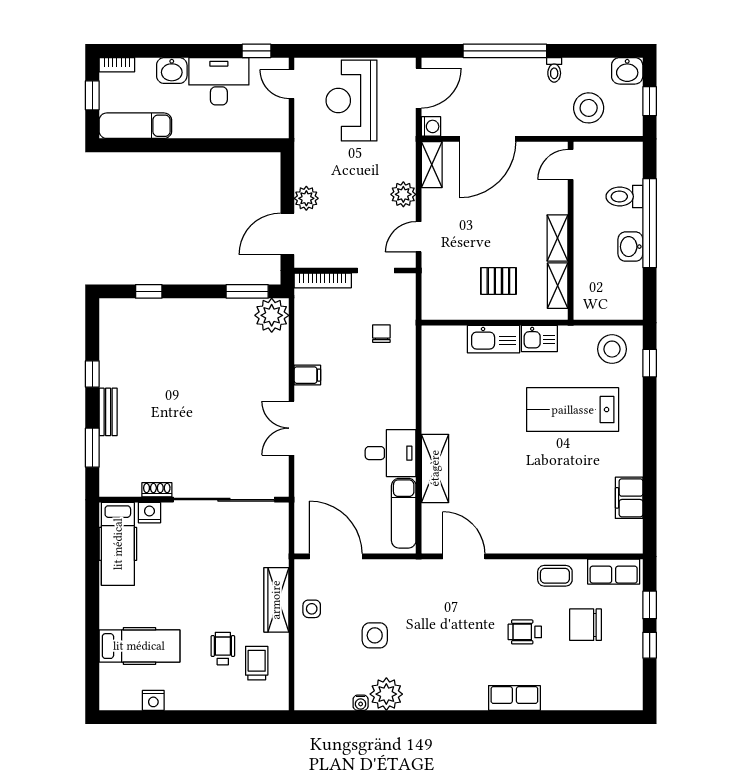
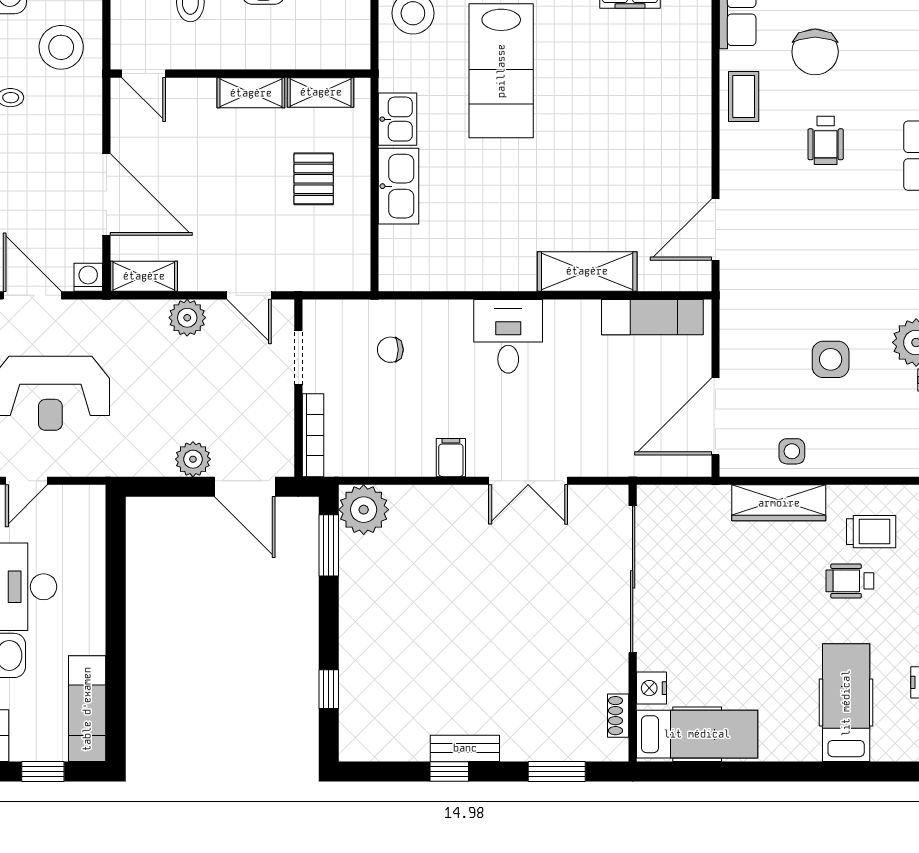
bench: (108, 412) -> (465, 748), moved
desk: (391, 453) -> (508, 336), moved
shoe rack: (157, 490) -> (618, 716), moved
trolley: (257, 663) -> (871, 532), turned 180

